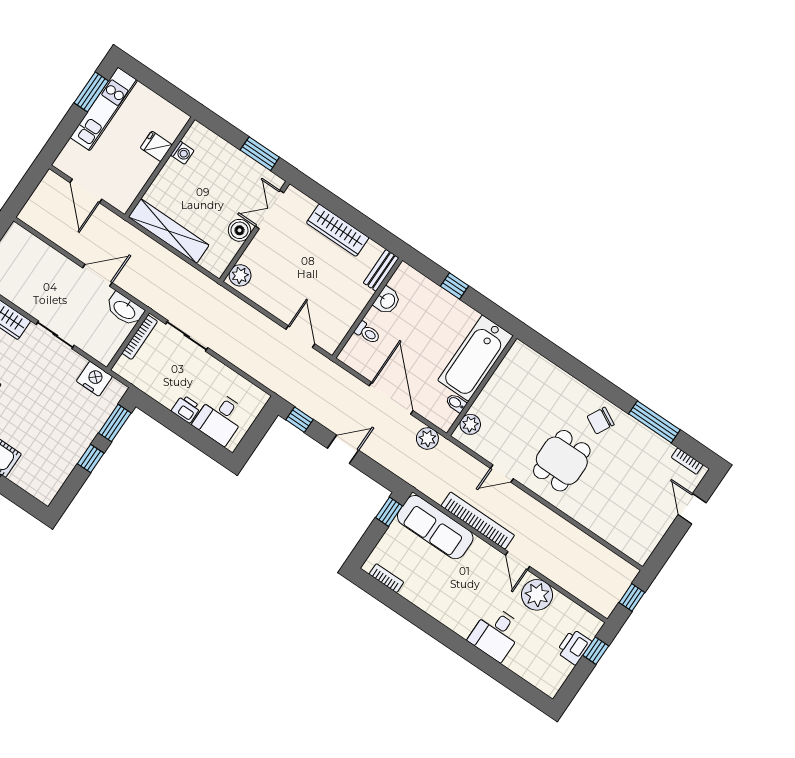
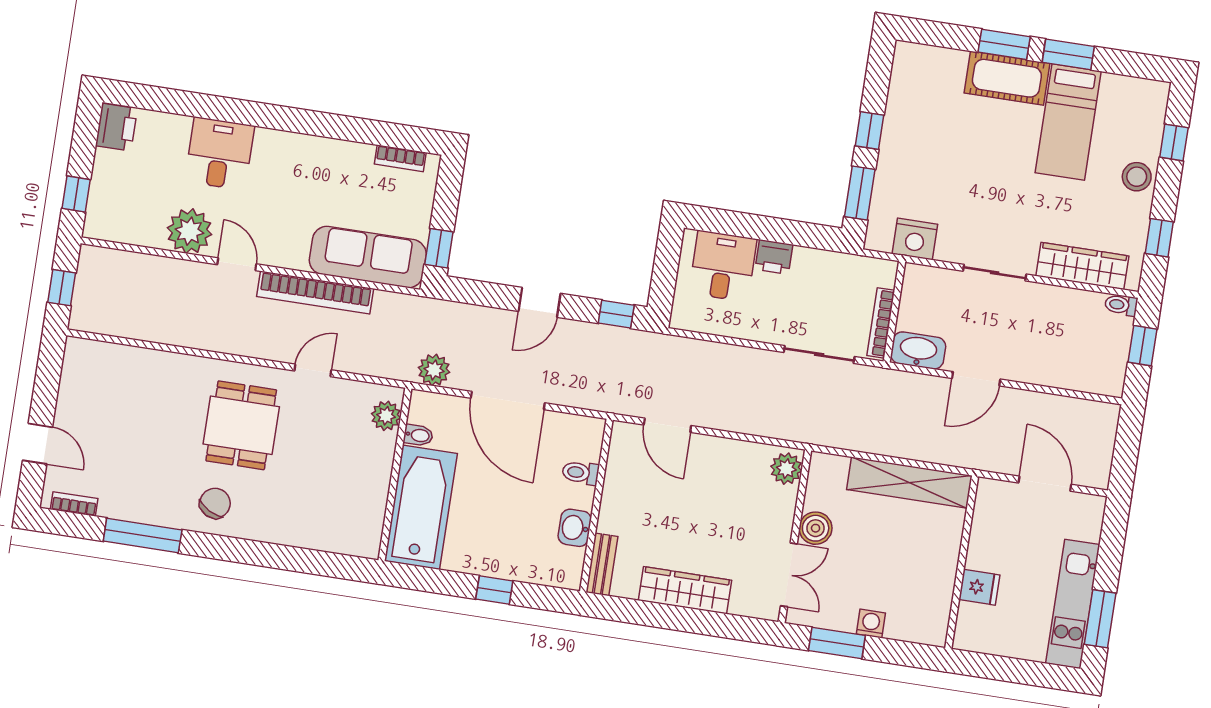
washing machine: (182, 153) -> (871, 624), moved, turned 90
printer: (574, 647) -> (116, 127), moved

